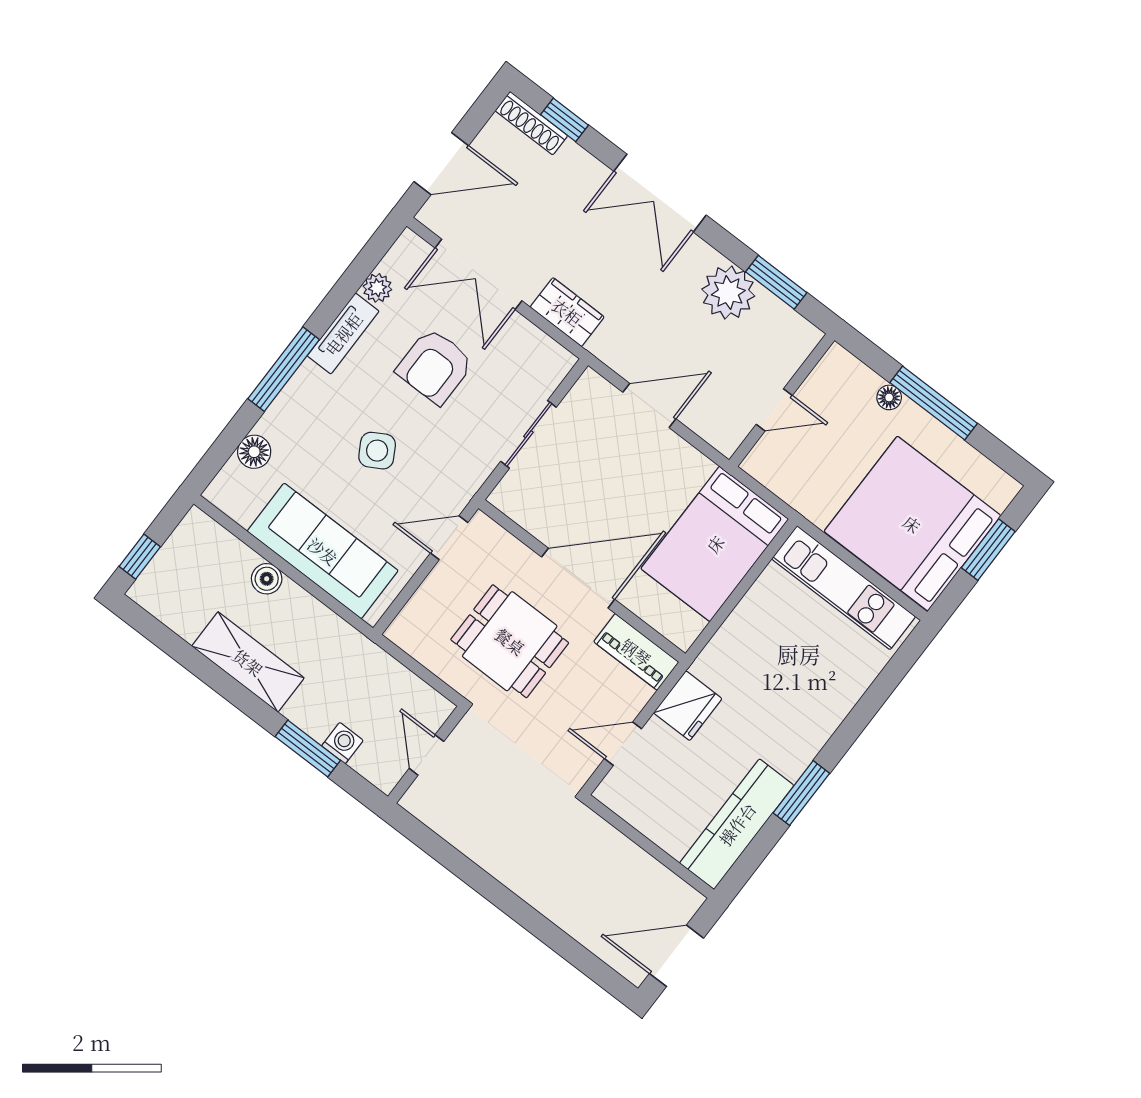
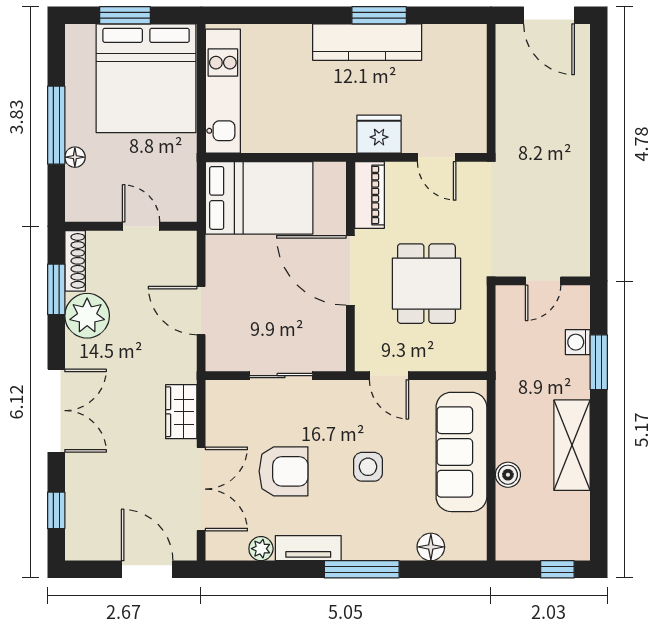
shoe rack: (531, 123) -> (75, 261), moved
side table: (377, 451) -> (368, 467), turned 30
kitchen counter: (737, 824) -> (367, 42), moved

